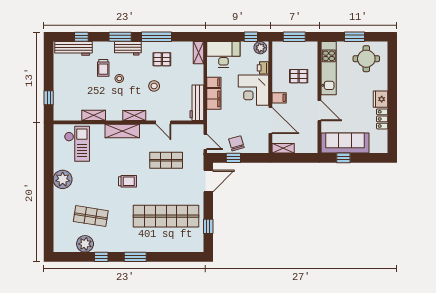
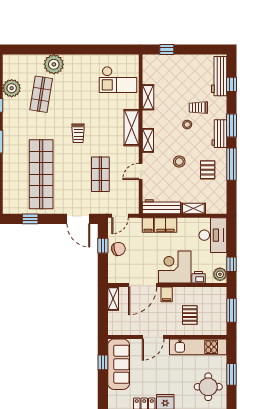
shelving: (198, 53) -> (193, 209), moved
filing cabinet: (214, 82) -> (148, 225), moved
plant: (63, 179) -> (54, 64), moved

